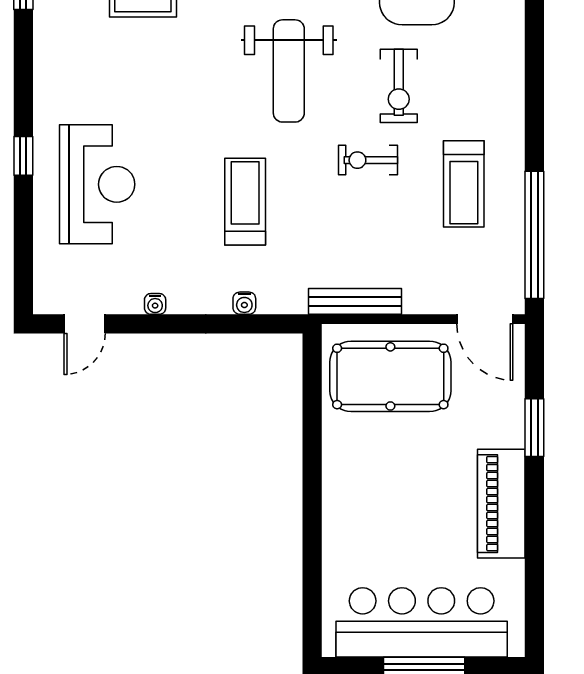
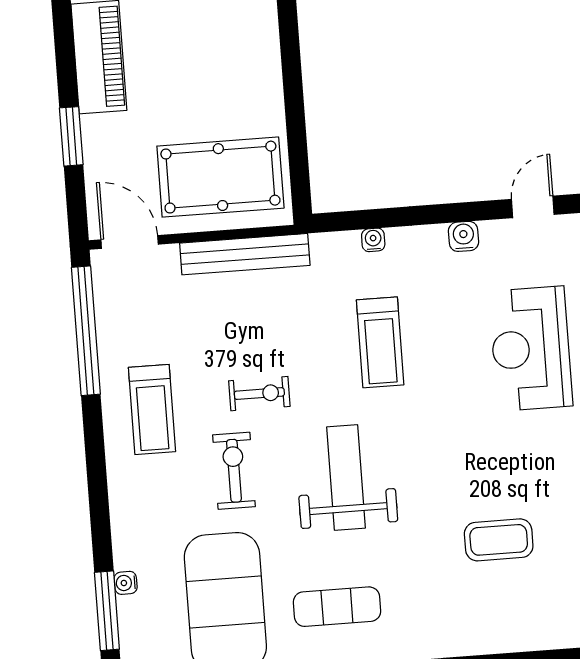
treadmill: (464, 184) -> (152, 409), moved, turned 180
bench: (355, 301) -> (245, 254), width x1.37, depth x1.21
water cooler: (155, 304) -> (464, 236), width x1.38, depth x1.38

